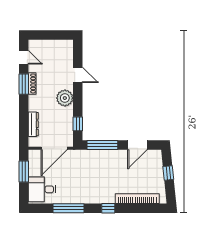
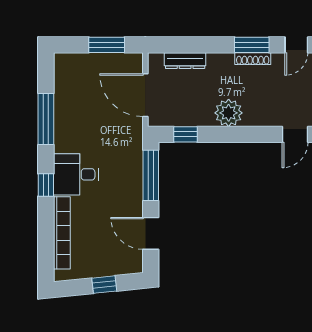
door: (78, 75) -> (295, 134), moved
desk: (42, 189) -> (76, 174), moved, turned -90

